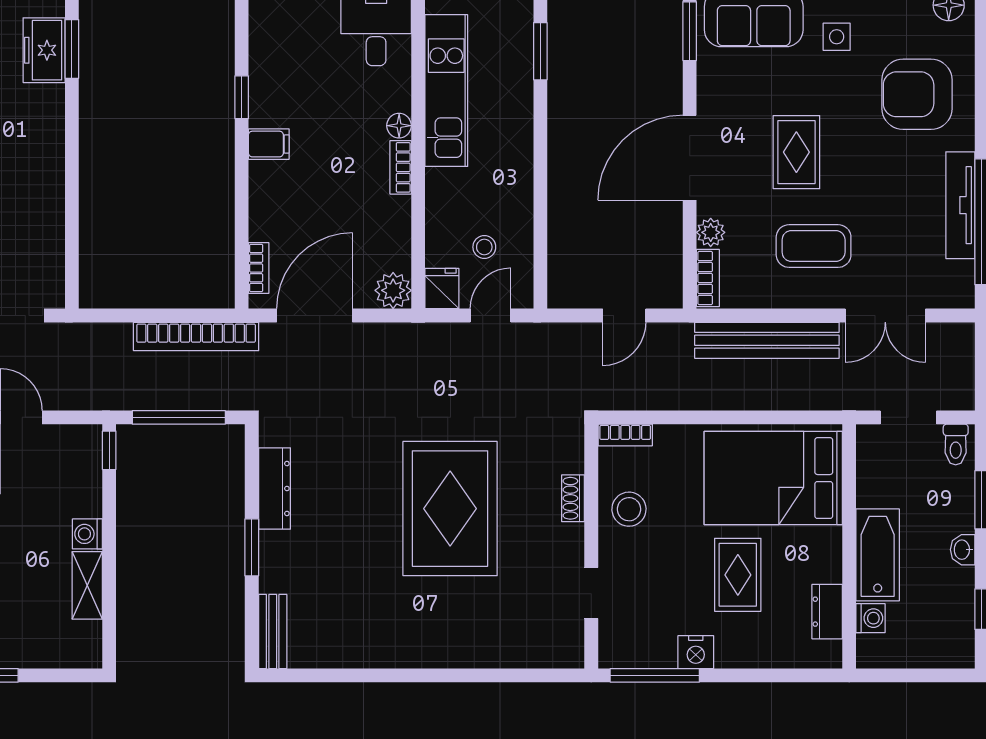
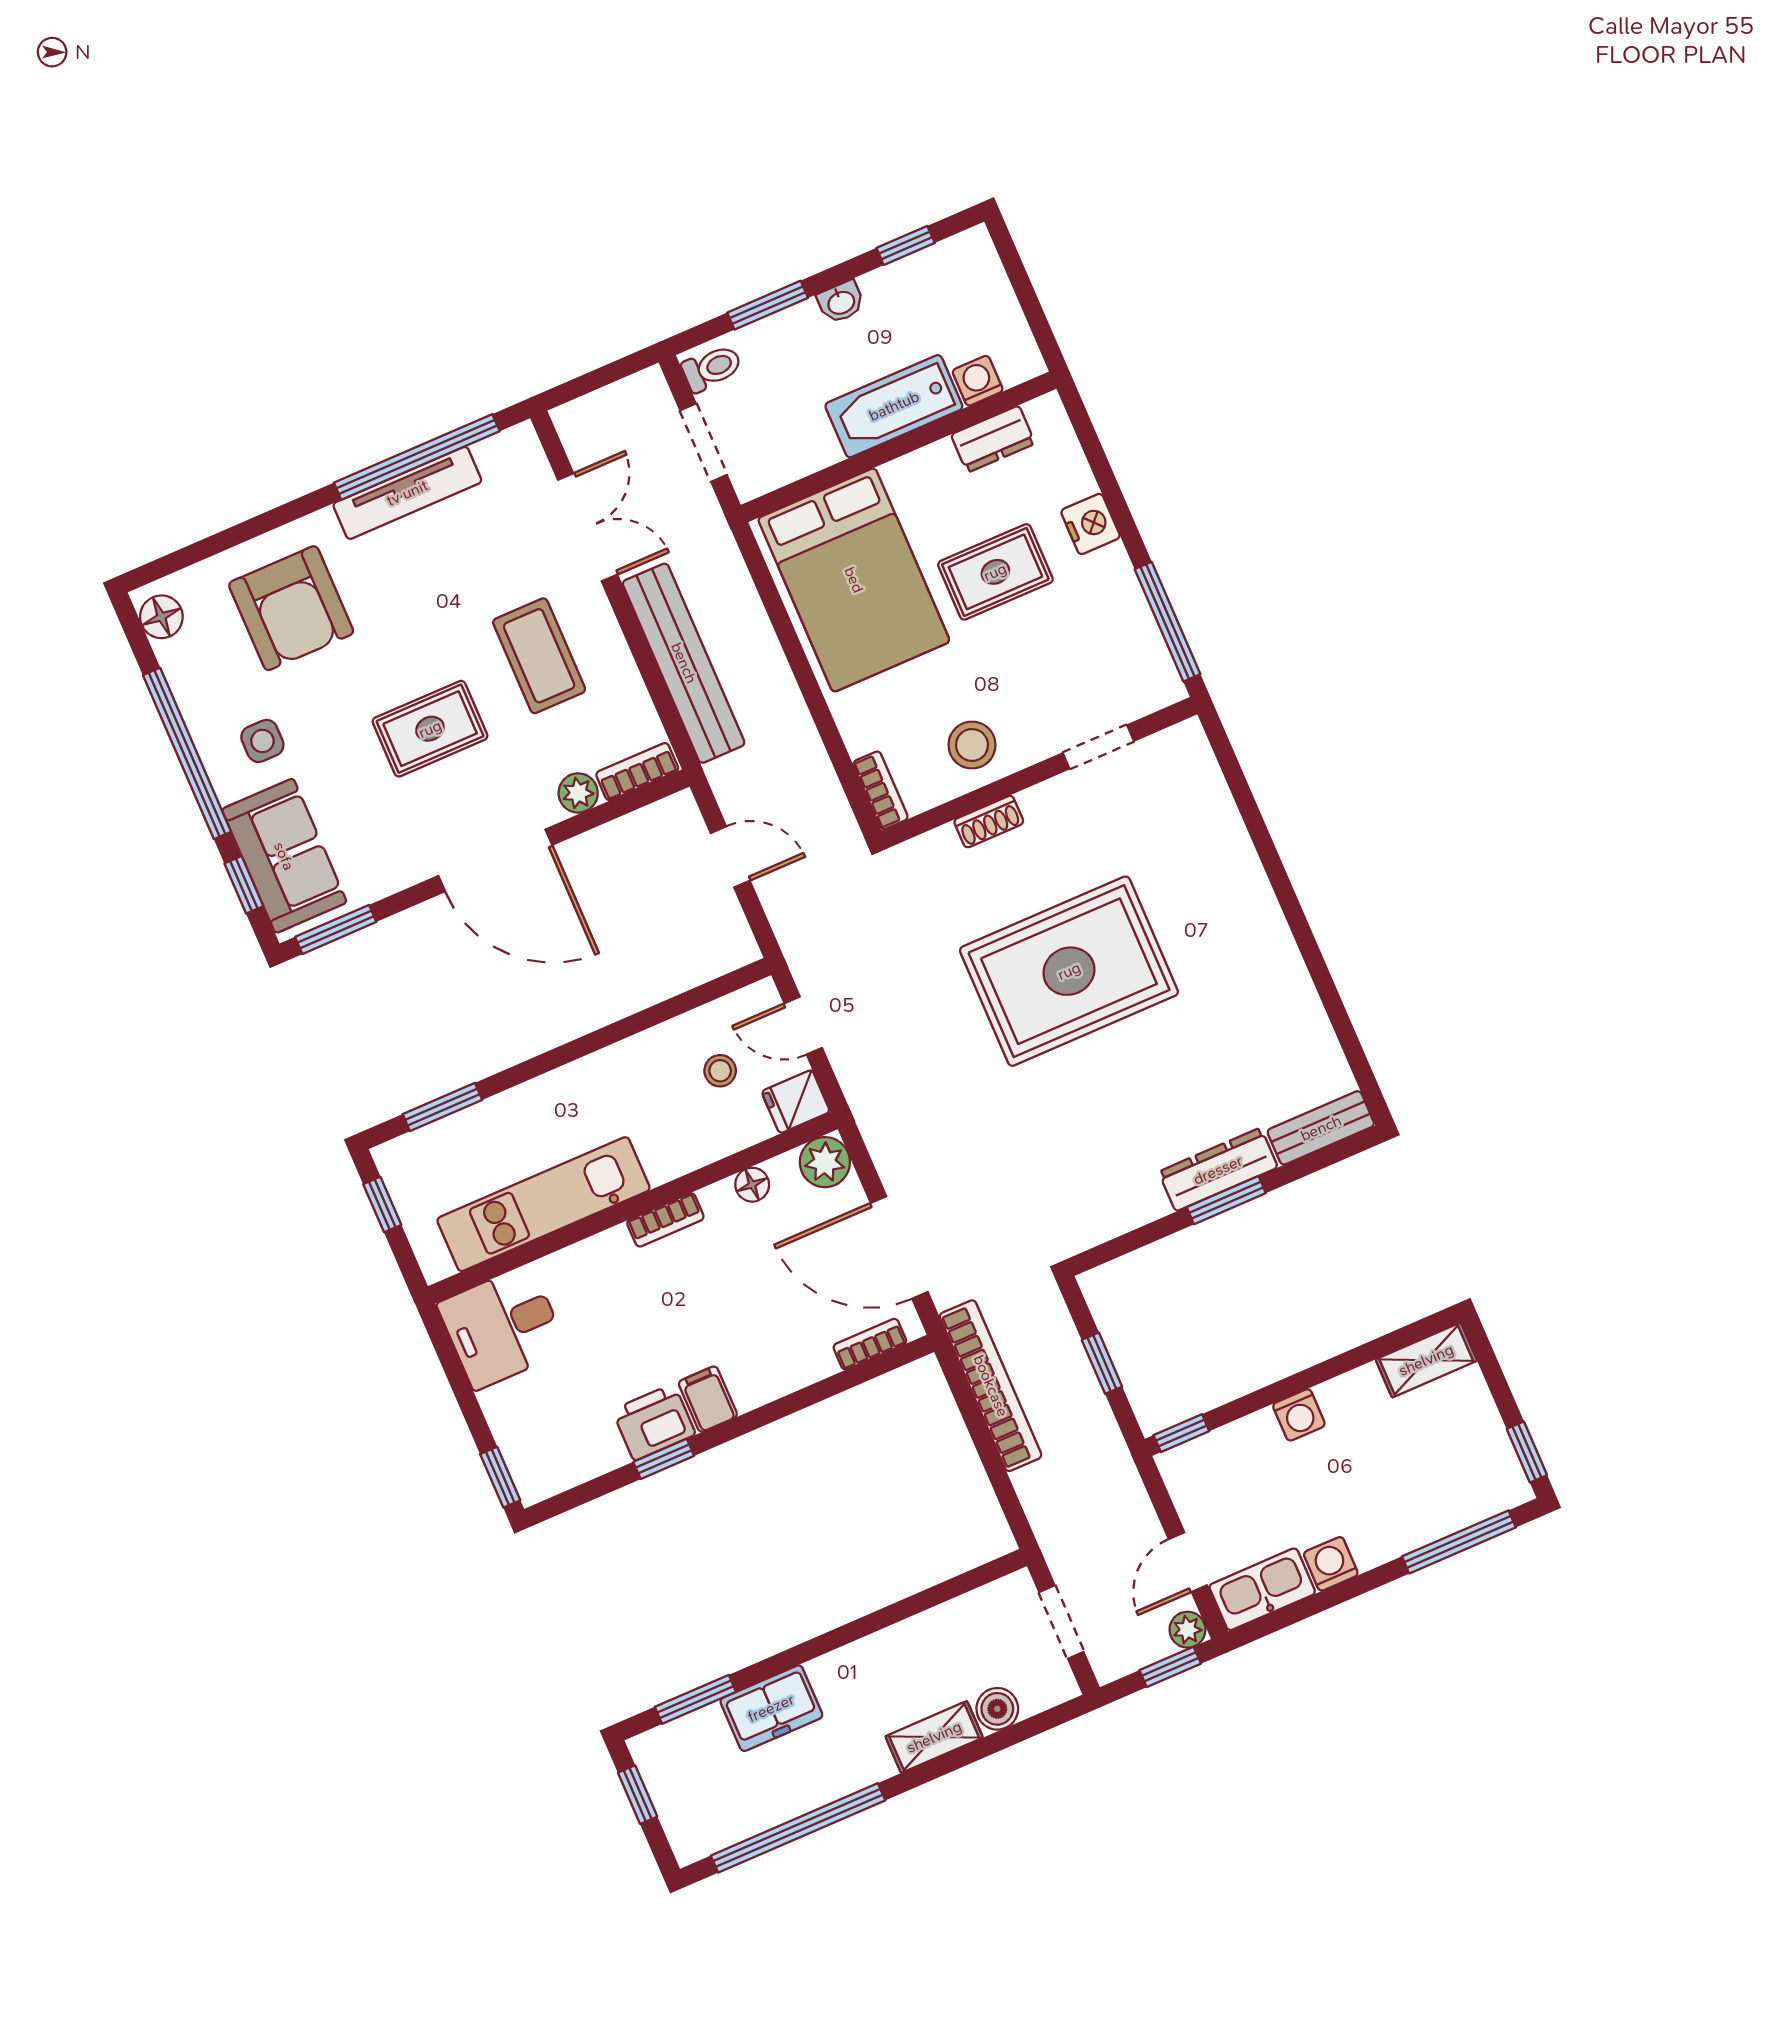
freezer: (44, 50) -> (771, 1708), moved
printer: (269, 101) -> (654, 1422), added
floor lamp: (399, 126) -> (752, 1185), moved
window: (179, 417) -> (1102, 1363), width x0.46
dresser: (274, 489) -> (1218, 1170), moved
shelving: (87, 585) -> (1426, 1360), moved
nightstand: (696, 652) -> (1090, 524), moved

